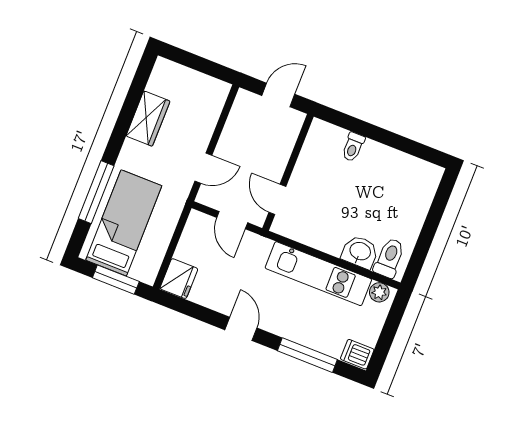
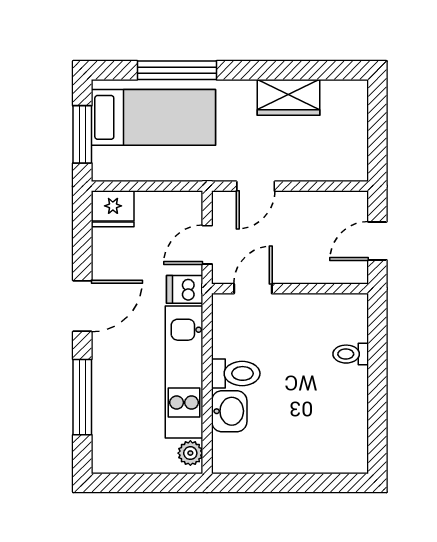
door: (278, 95) -> (377, 241), swing flipped
door: (203, 168) -> (256, 186), hinge flipped
toilet: (389, 258) -> (236, 373), moved
door: (241, 329) -> (82, 306), width x1.37
dishwasher: (357, 354) -> (185, 289), moved, turned -90

